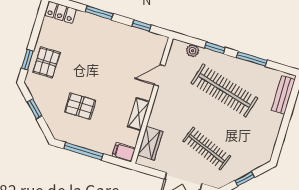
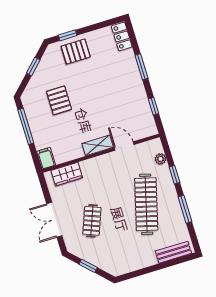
shelving: (139, 114) -> (98, 145), moved
clothes rail: (207, 149) -> (92, 221), width x0.73

